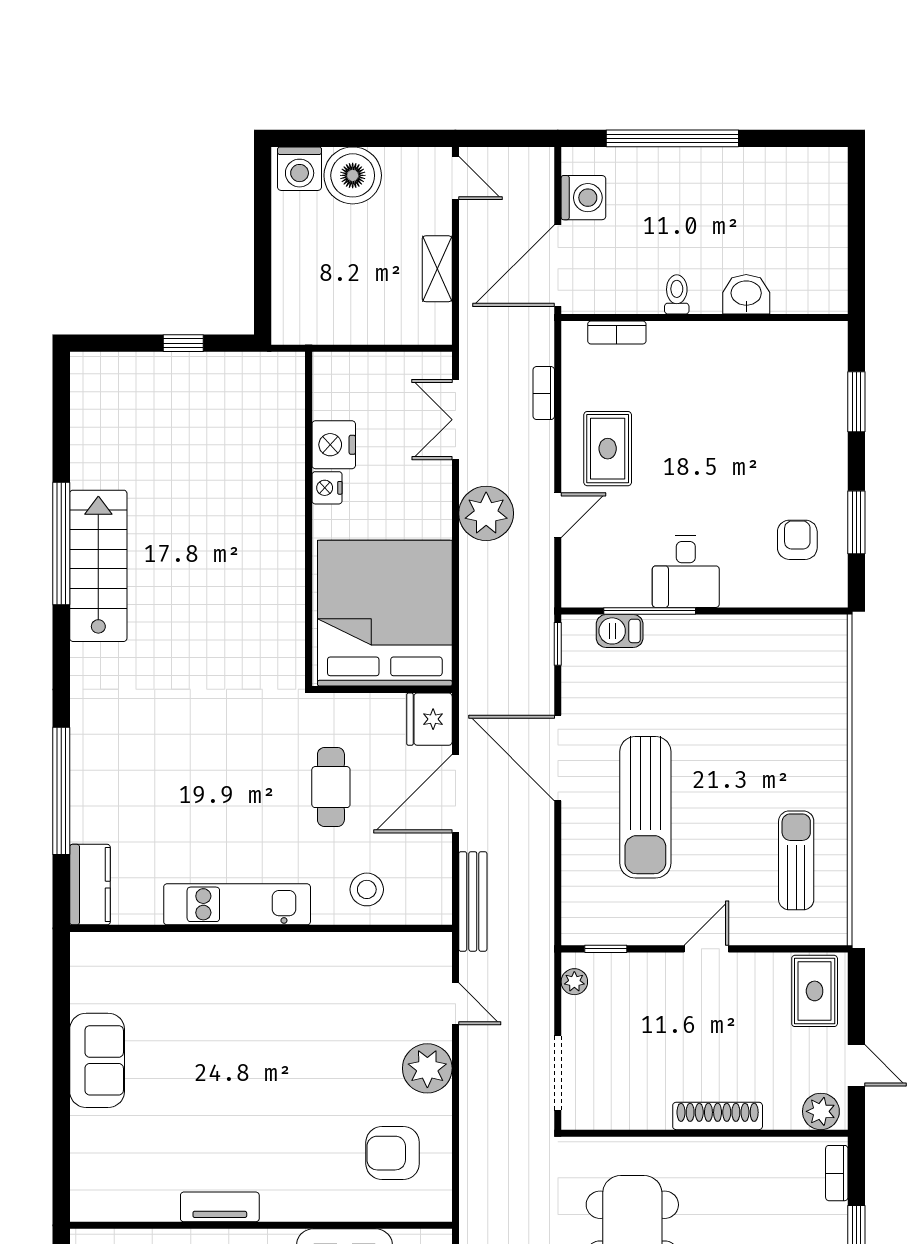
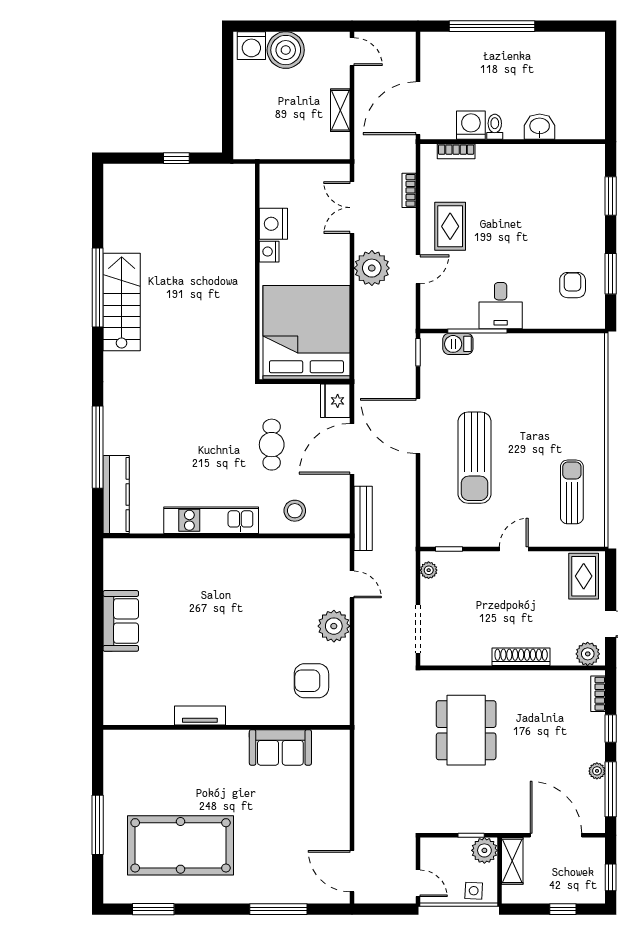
washing machine: (583, 198) -> (471, 125), moved, turned -90
kitchen counter: (90, 885) -> (116, 494), width x1.50

